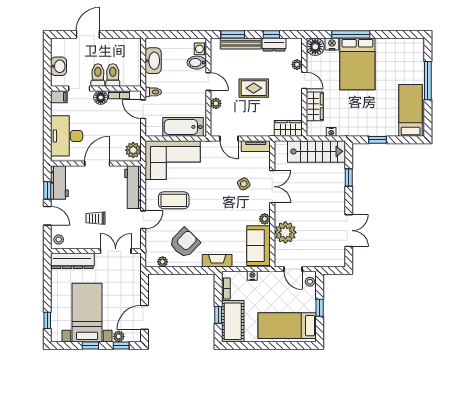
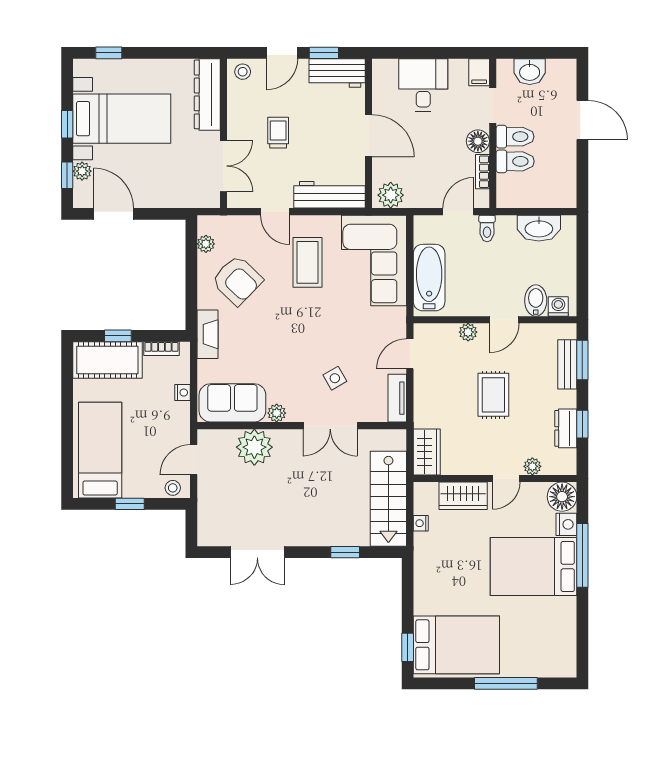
bench: (241, 43) -> (567, 364), width x0.73
bed: (411, 110) -> (456, 645), width x1.50
desk: (67, 136) -> (423, 85), width x0.73
window: (377, 140) -> (408, 647), moved

